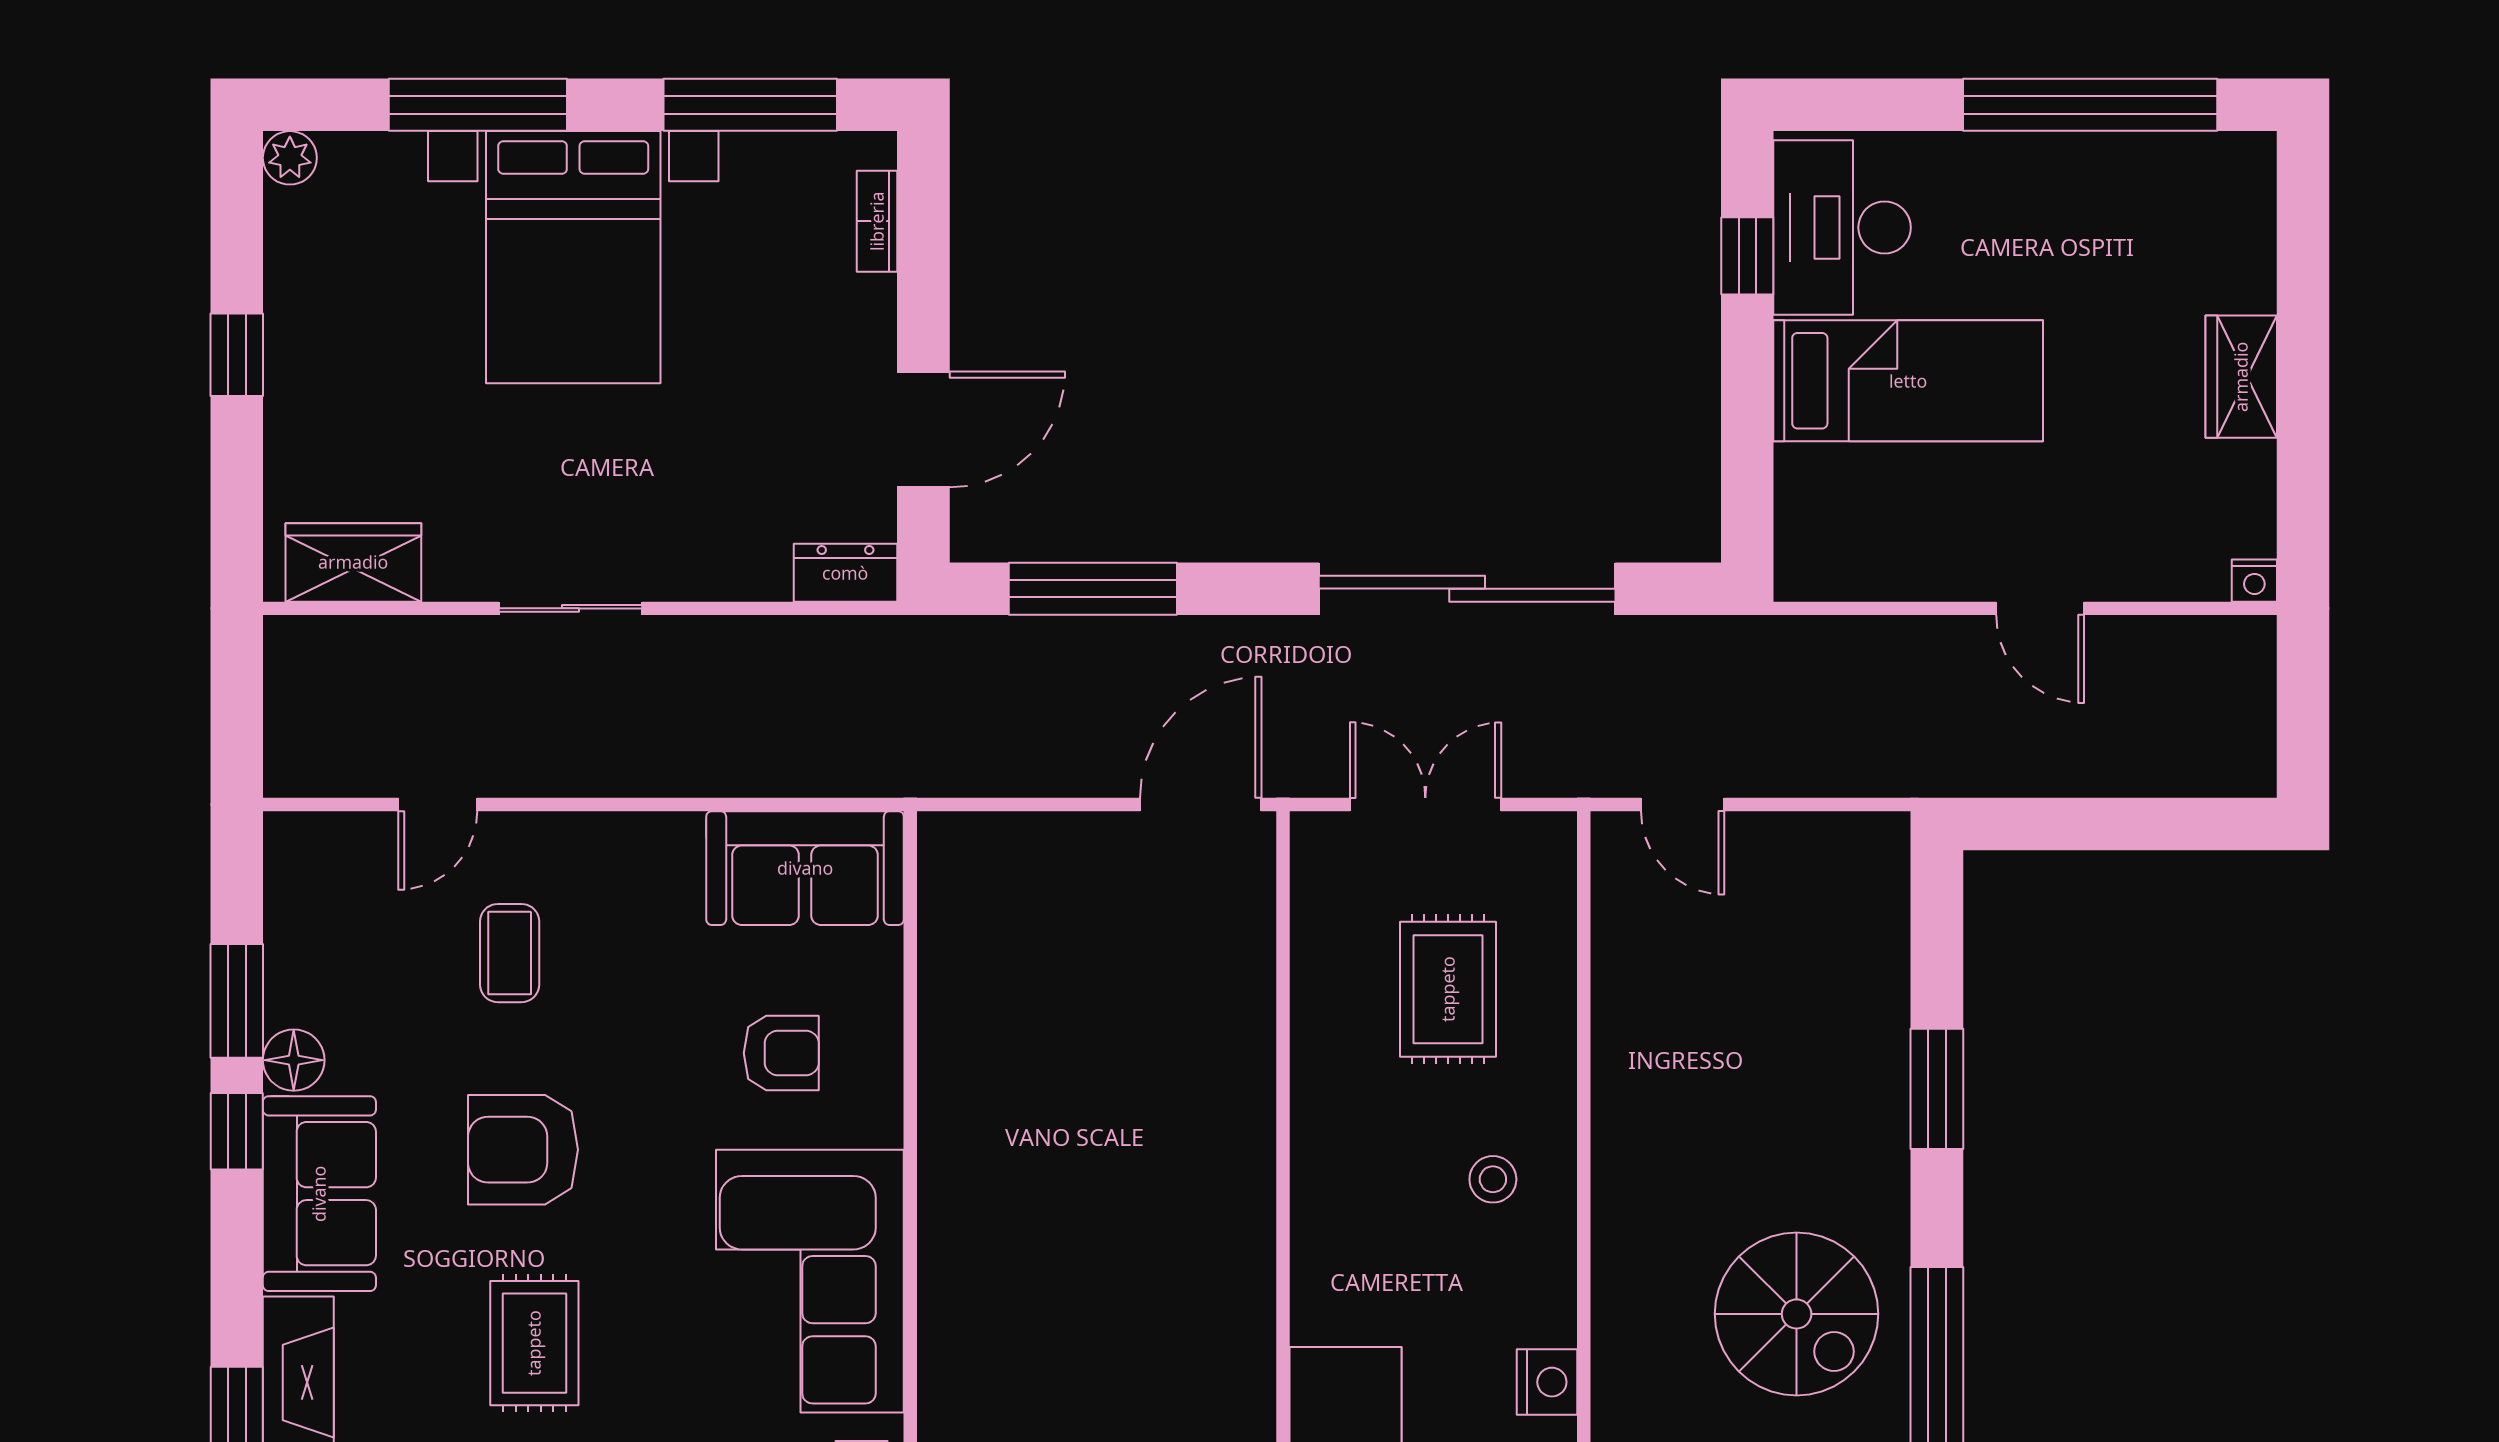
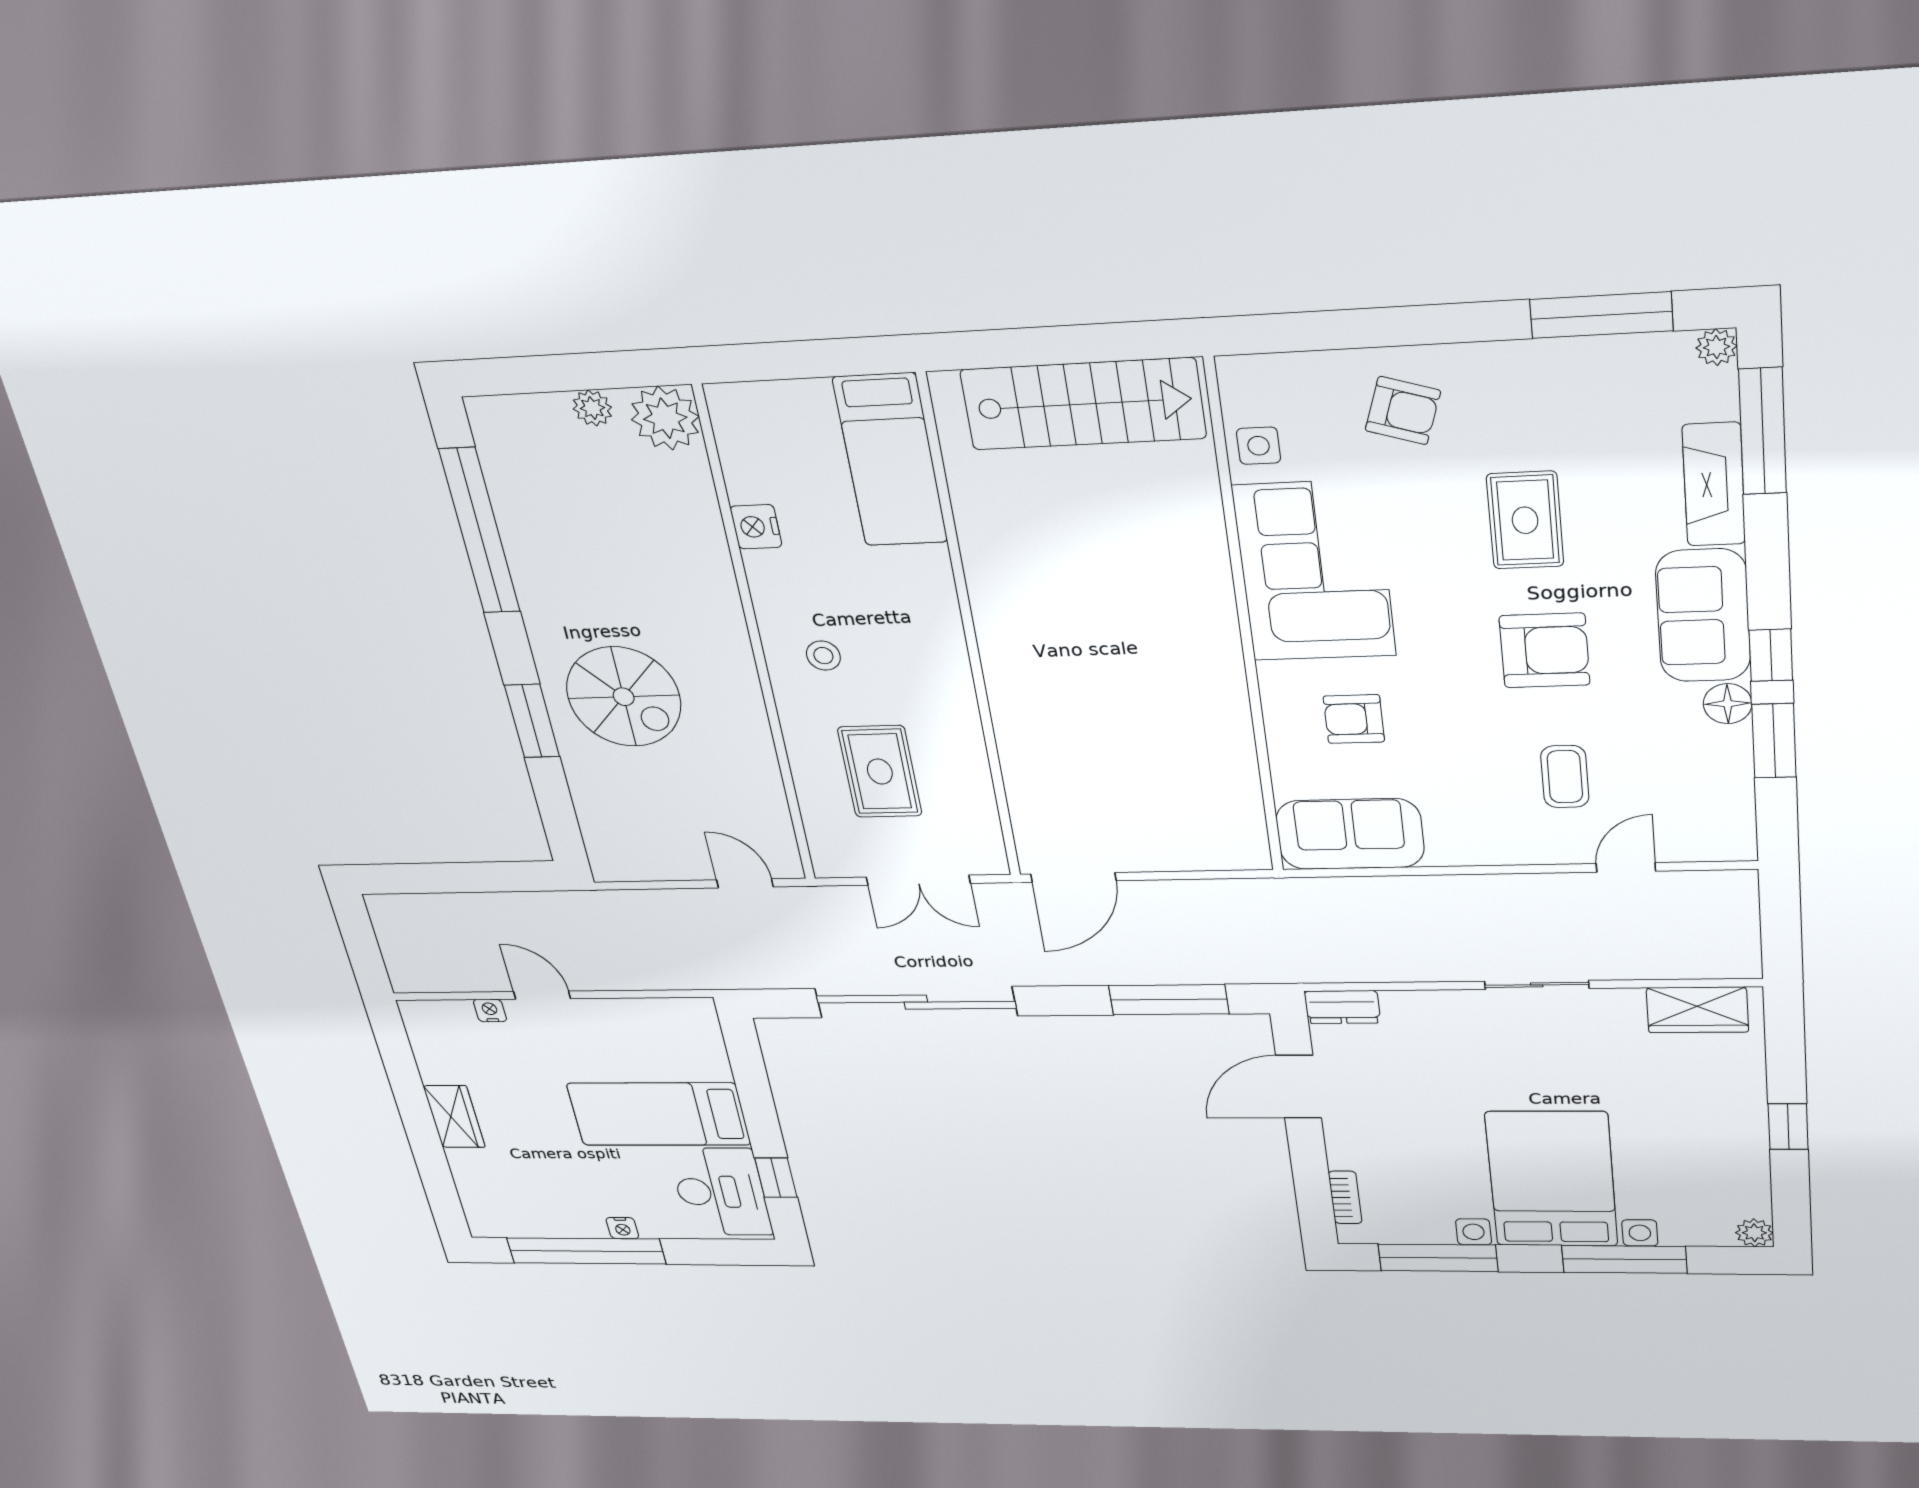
nightstand: (2019, 153) -> (622, 1228), added
nightstand: (2254, 581) -> (490, 1011), moved
spiral stairs: (1797, 1314) -> (624, 697), moved, turned 180

